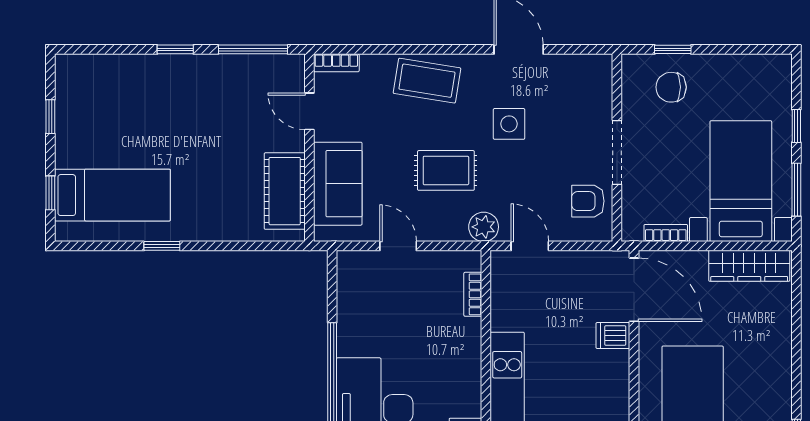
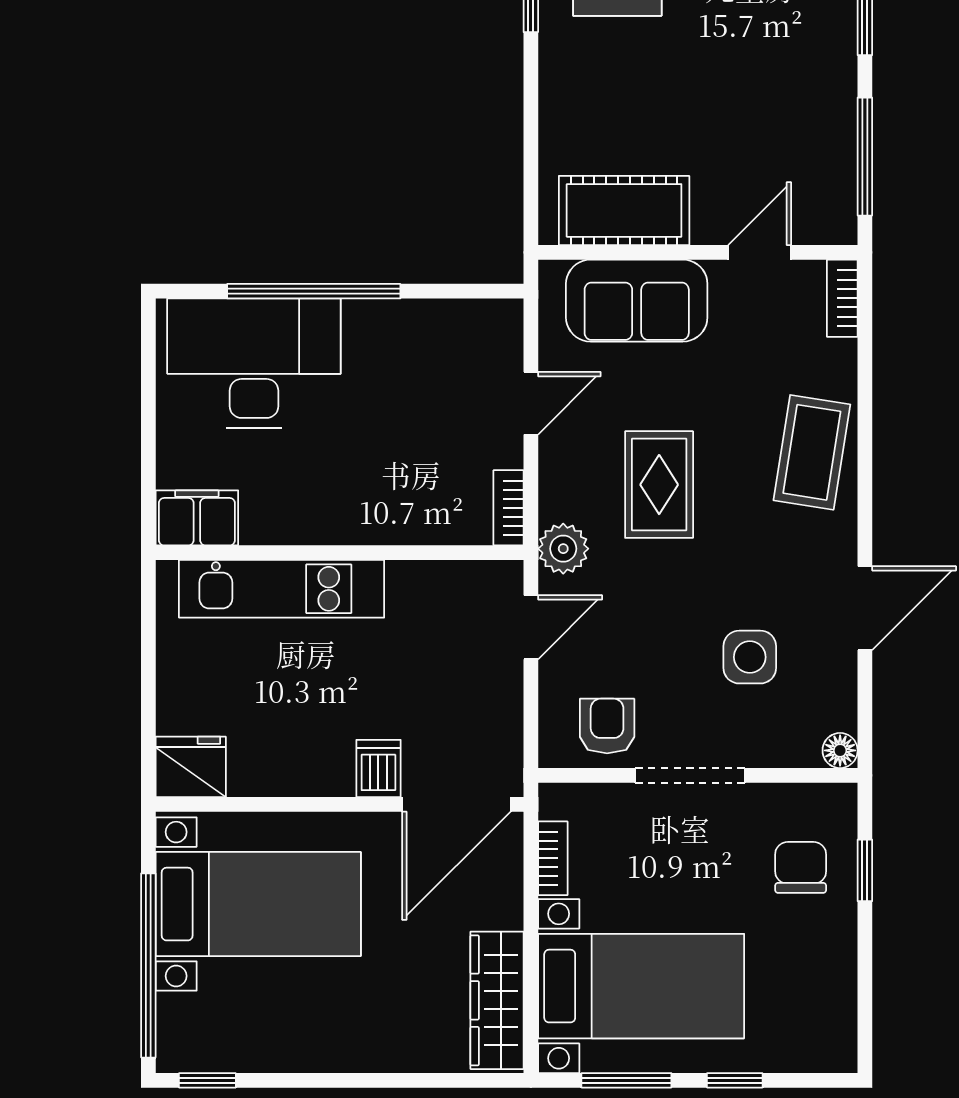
floor lamp: (602, 64) -> (840, 750), added
side table: (509, 124) -> (750, 657), moved
bookcase: (473, 294) -> (509, 508), moved, turned -90

